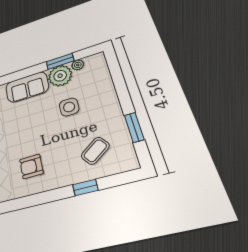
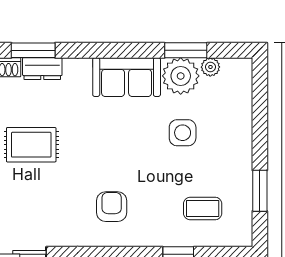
coffee table: (95, 151) -> (203, 208), turned 36
armchair: (31, 166) -> (112, 207), turned 91

